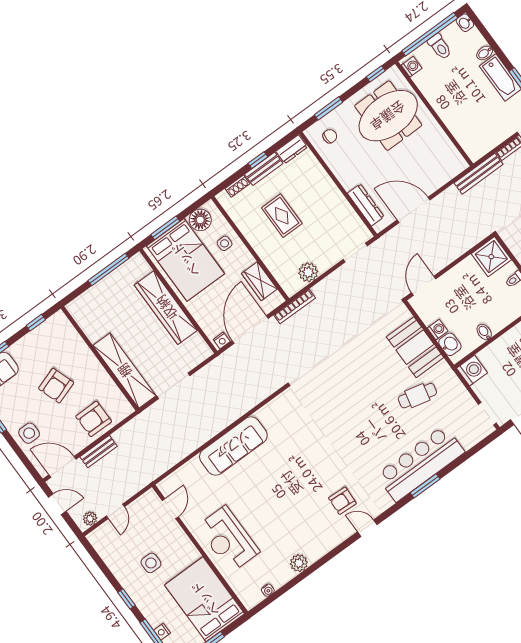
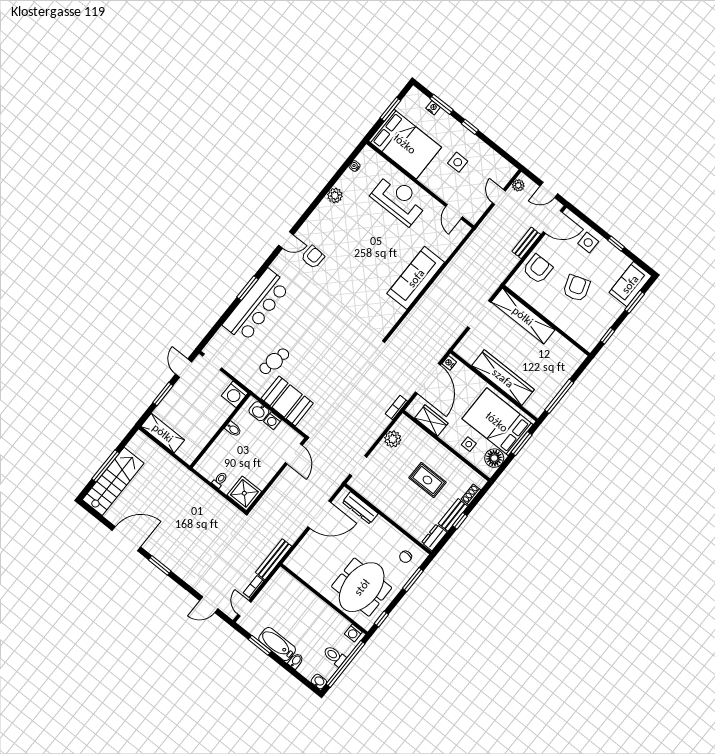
bookcase: (295, 306) -> (396, 408), width x0.64

